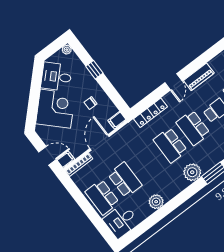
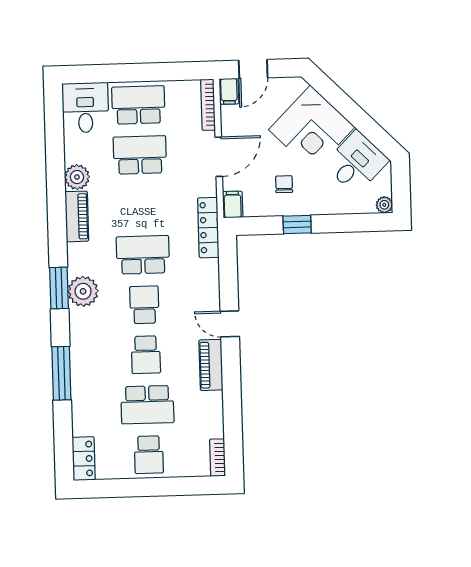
window: (94, 70) -> (297, 224), moved
locker: (150, 113) -> (208, 228), moved
school desk: (193, 128) -> (144, 305), width x0.54
door: (100, 143) -> (219, 157), hinge flipped
plant: (192, 172) -> (83, 291), moved
school desk: (125, 180) -> (140, 155), turned 180
piano: (175, 189) -> (77, 216), added

